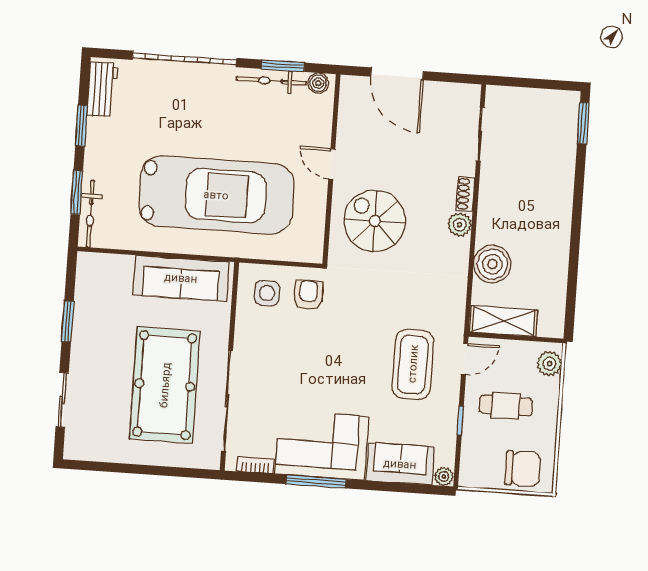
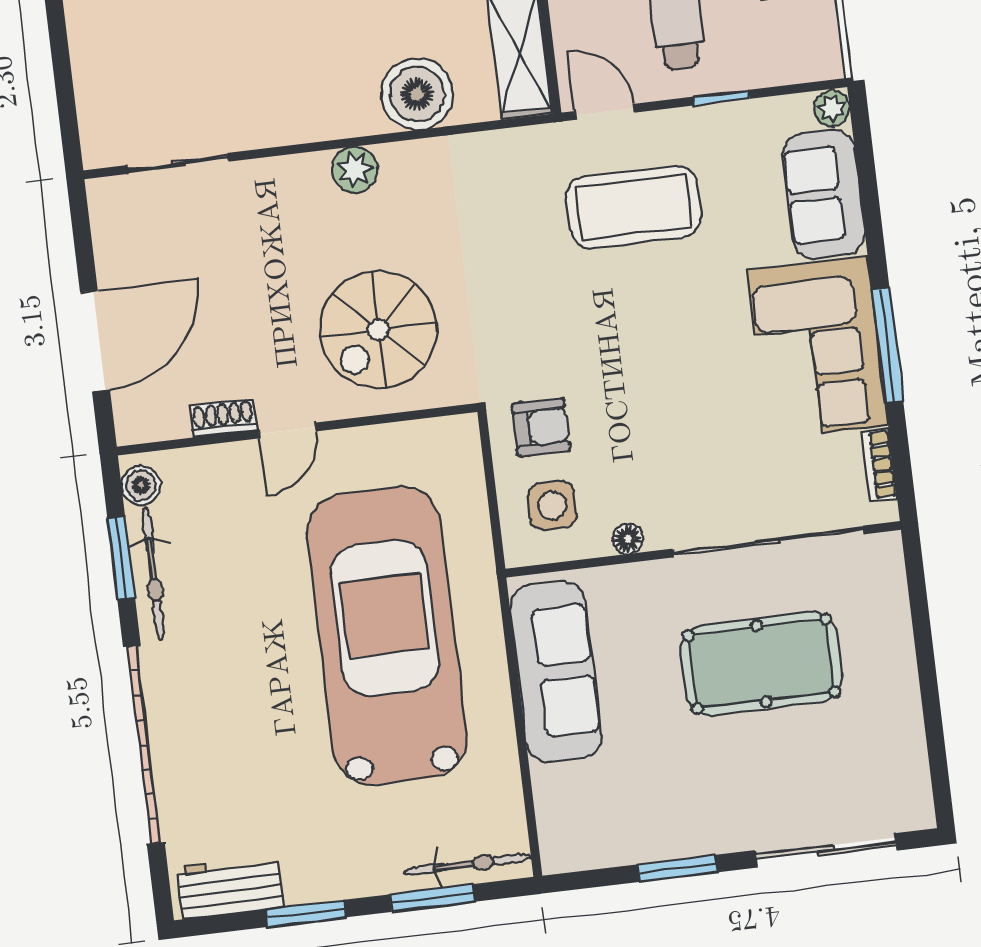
shoe rack: (465, 194) -> (223, 418), moved, turned 180
armchair: (308, 295) -> (541, 427), turned 180
floor lamp: (242, 329) -> (628, 539), added
pool table: (165, 385) -> (761, 664), width x0.73, depth x0.76
sliding door: (62, 400) -> (826, 850), width x1.37

